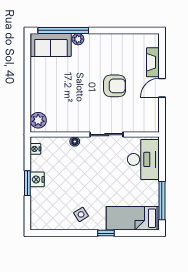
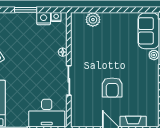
plant: (38, 120) -> (93, 20), moved
nightstand: (37, 179) -> (44, 19), moved

